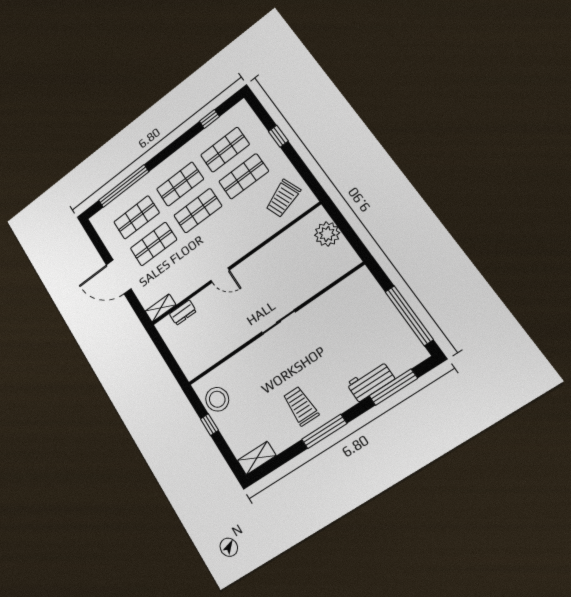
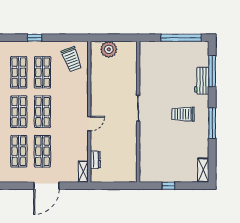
stool: (217, 399) -> (157, 172), removed
trolley: (301, 406) -> (183, 114), moved

